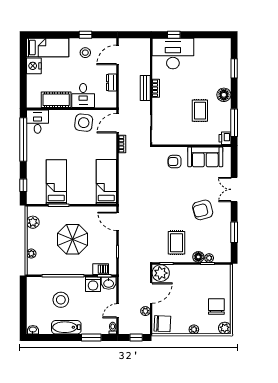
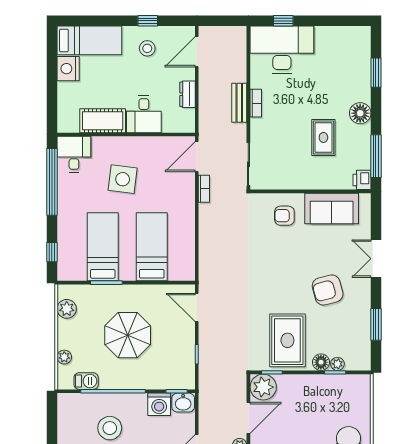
side table: (84, 123) -> (123, 179), moved
bed: (106, 182) -> (152, 247), moved
rug: (177, 243) -> (287, 340), width x1.36, depth x1.43
barbecue: (101, 269) -> (86, 381), moved

